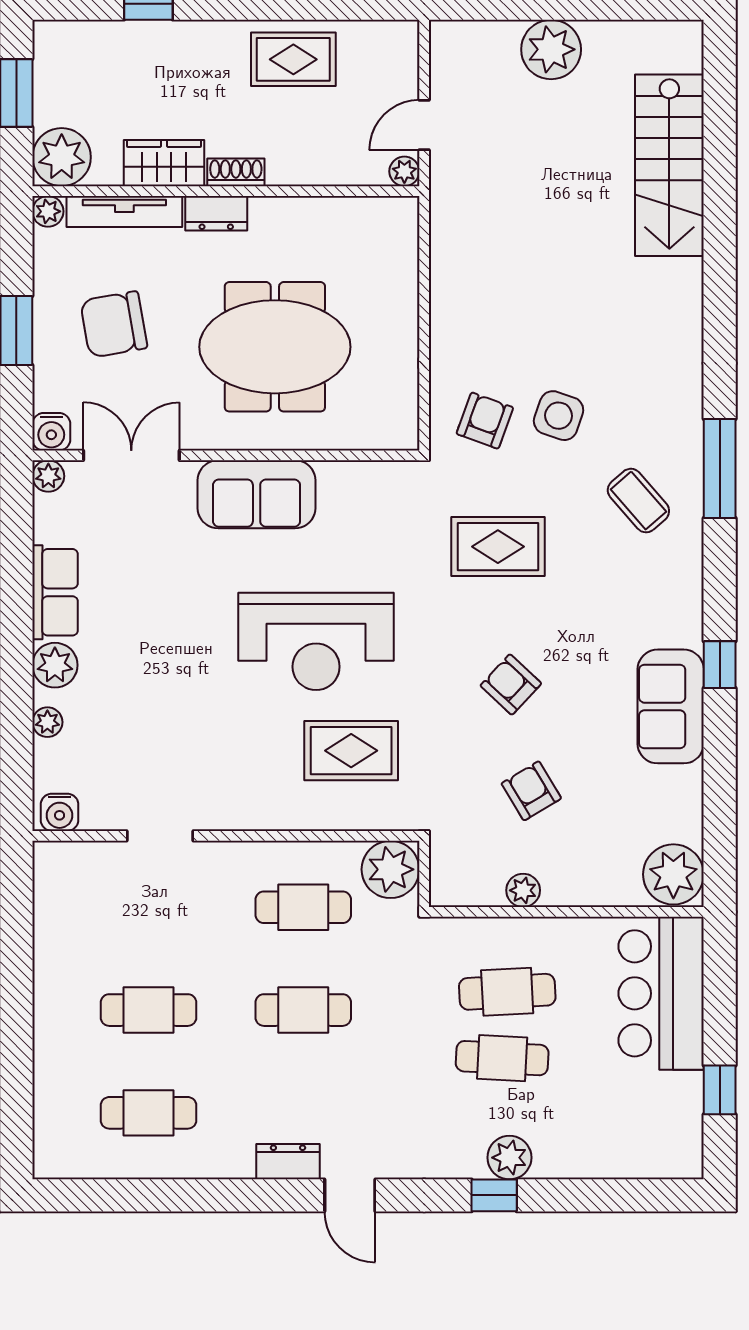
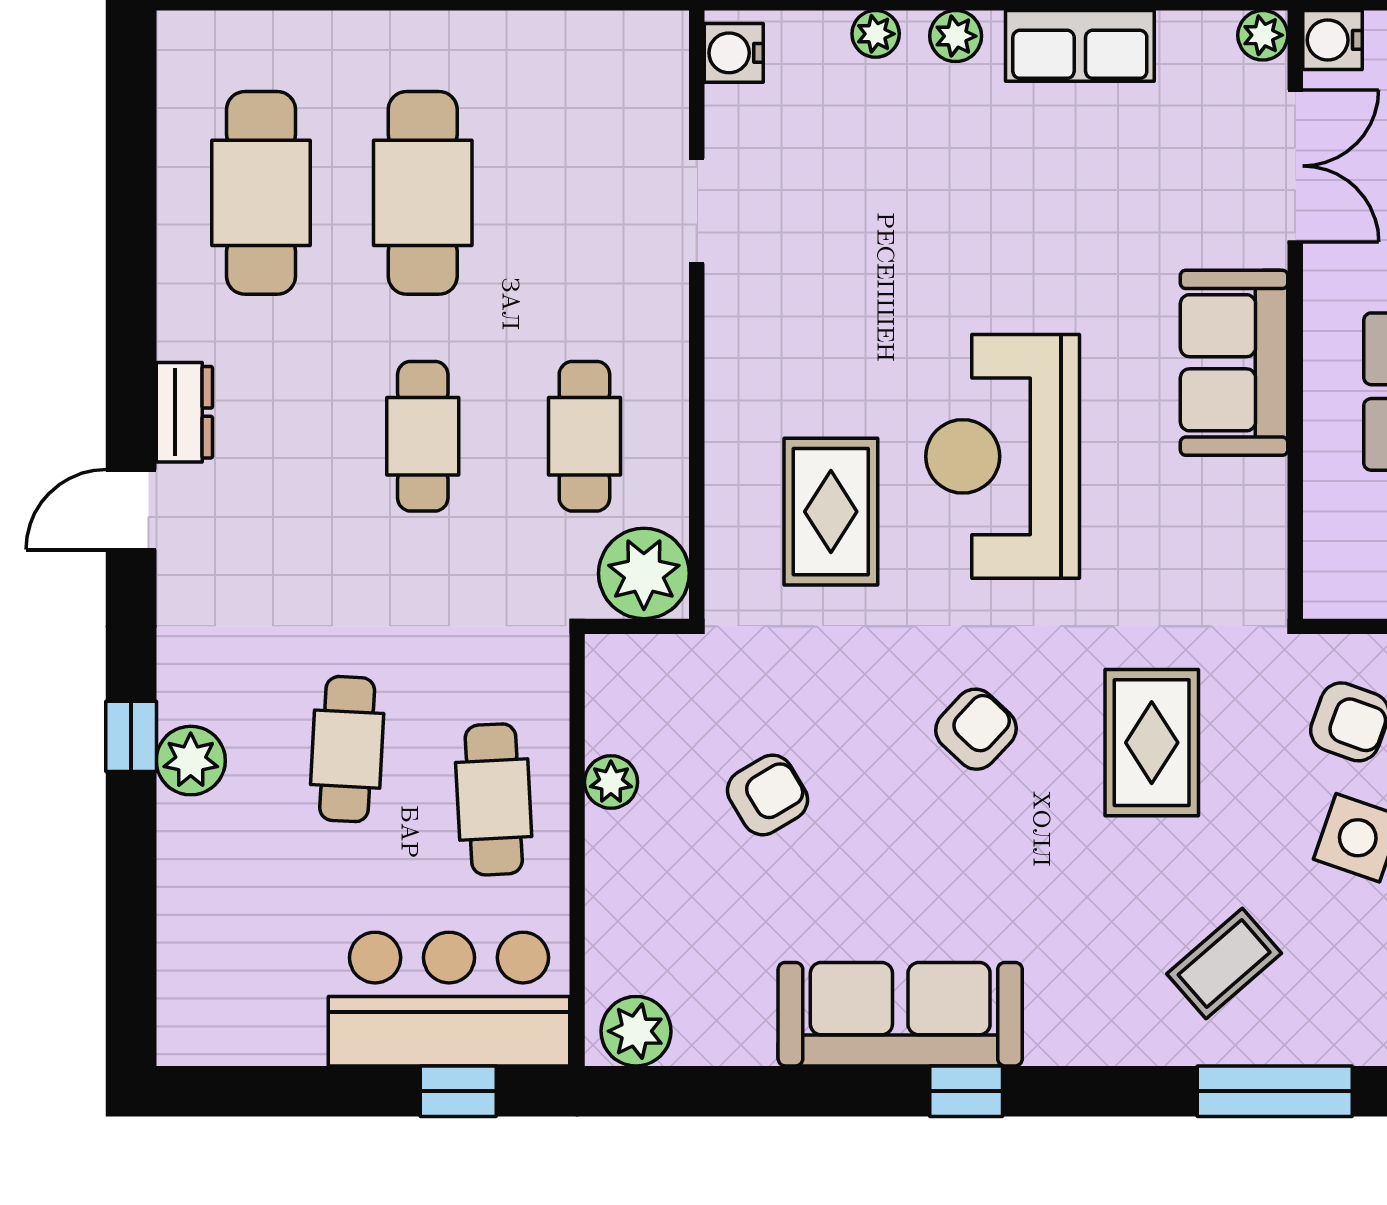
plant: (55, 665) -> (956, 36), width x0.73, depth x0.73
armchair: (511, 685) -> (976, 729), moved
sofa: (671, 706) -> (900, 1014), width x1.36
plant: (673, 874) -> (636, 1031), width x0.73, depth x0.73
cafe table: (507, 992) -> (494, 799), moved
cafe table: (149, 1010) -> (423, 193), width x1.37, depth x1.35
window: (720, 1090) -> (458, 1091), moved
cafe table: (149, 1113) -> (261, 193), width x1.37, depth x1.35

